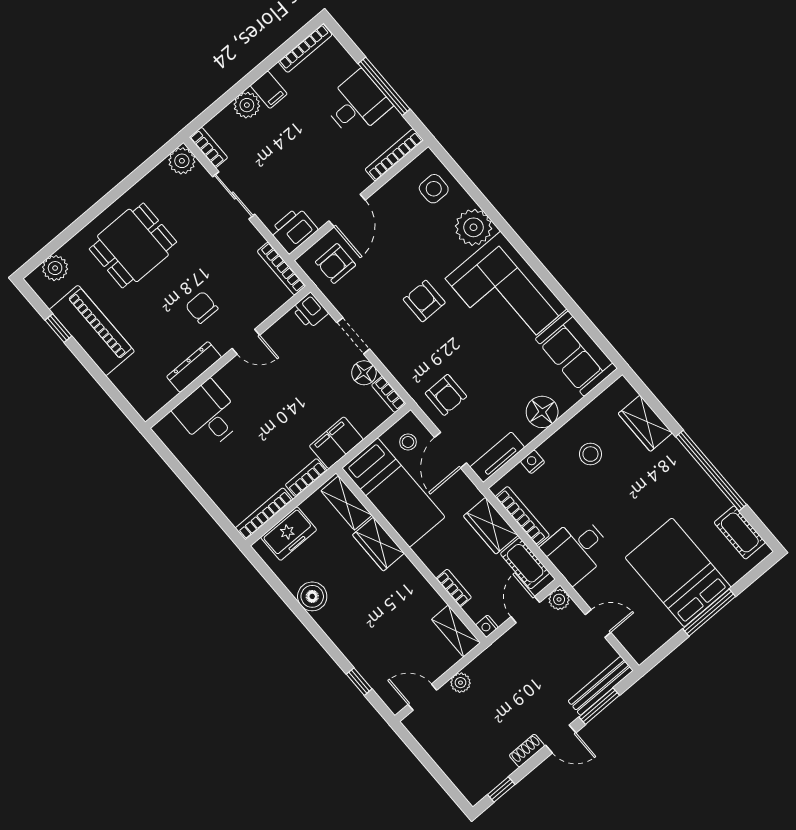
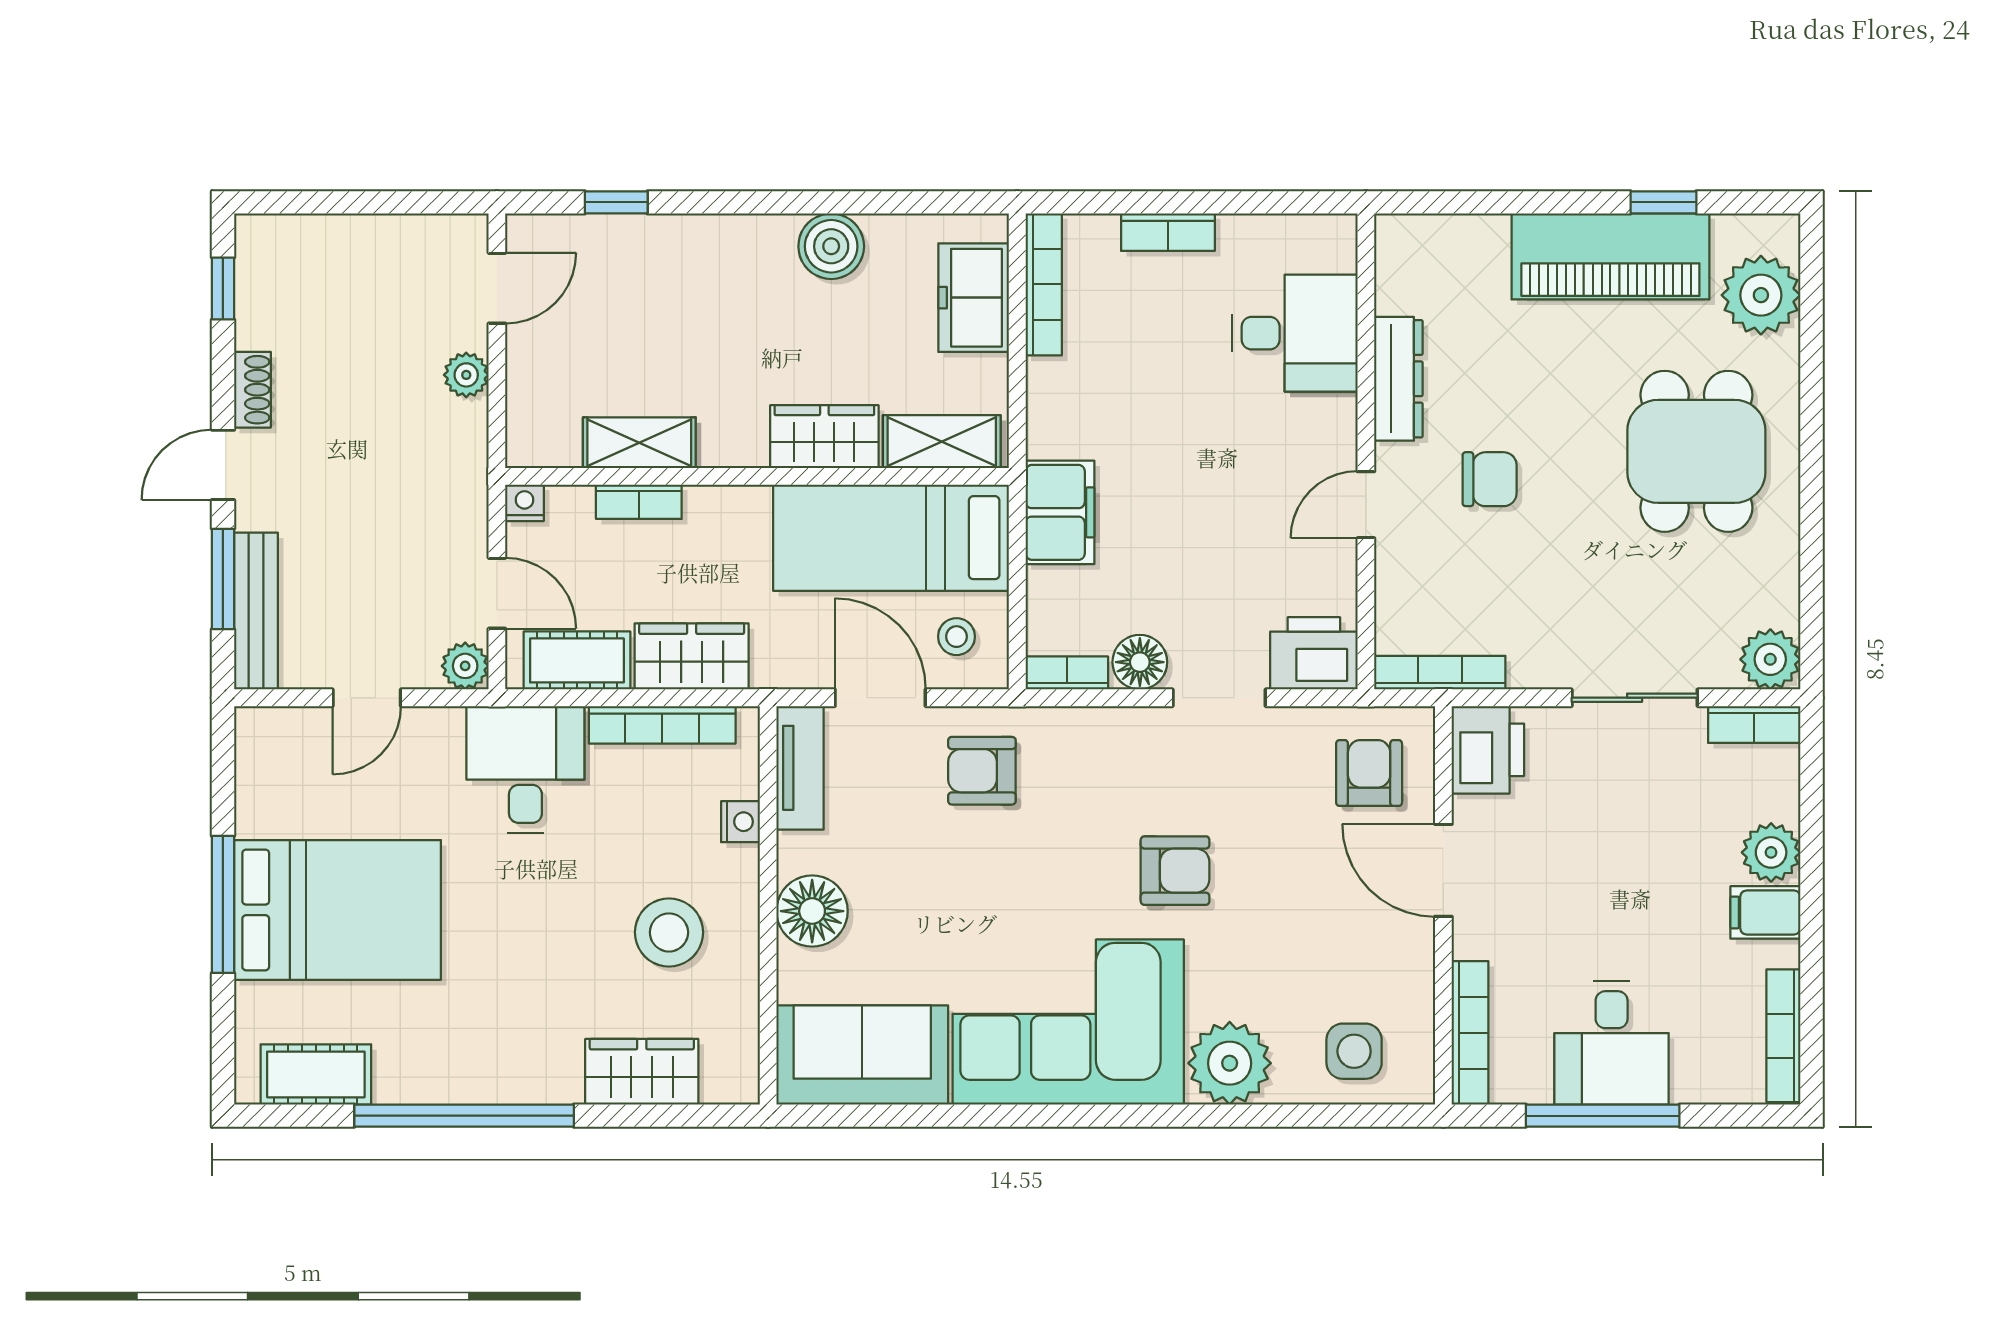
plant: (55, 268) -> (1761, 295), width x1.36, depth x1.36
printer: (310, 311) -> (1314, 653), width x1.36, depth x1.24
stool: (590, 454) -> (669, 932), width x1.38, depth x1.38
bookcase: (306, 478) -> (1168, 232), moved, turned 90
shelving: (456, 631) -> (639, 443), moved

